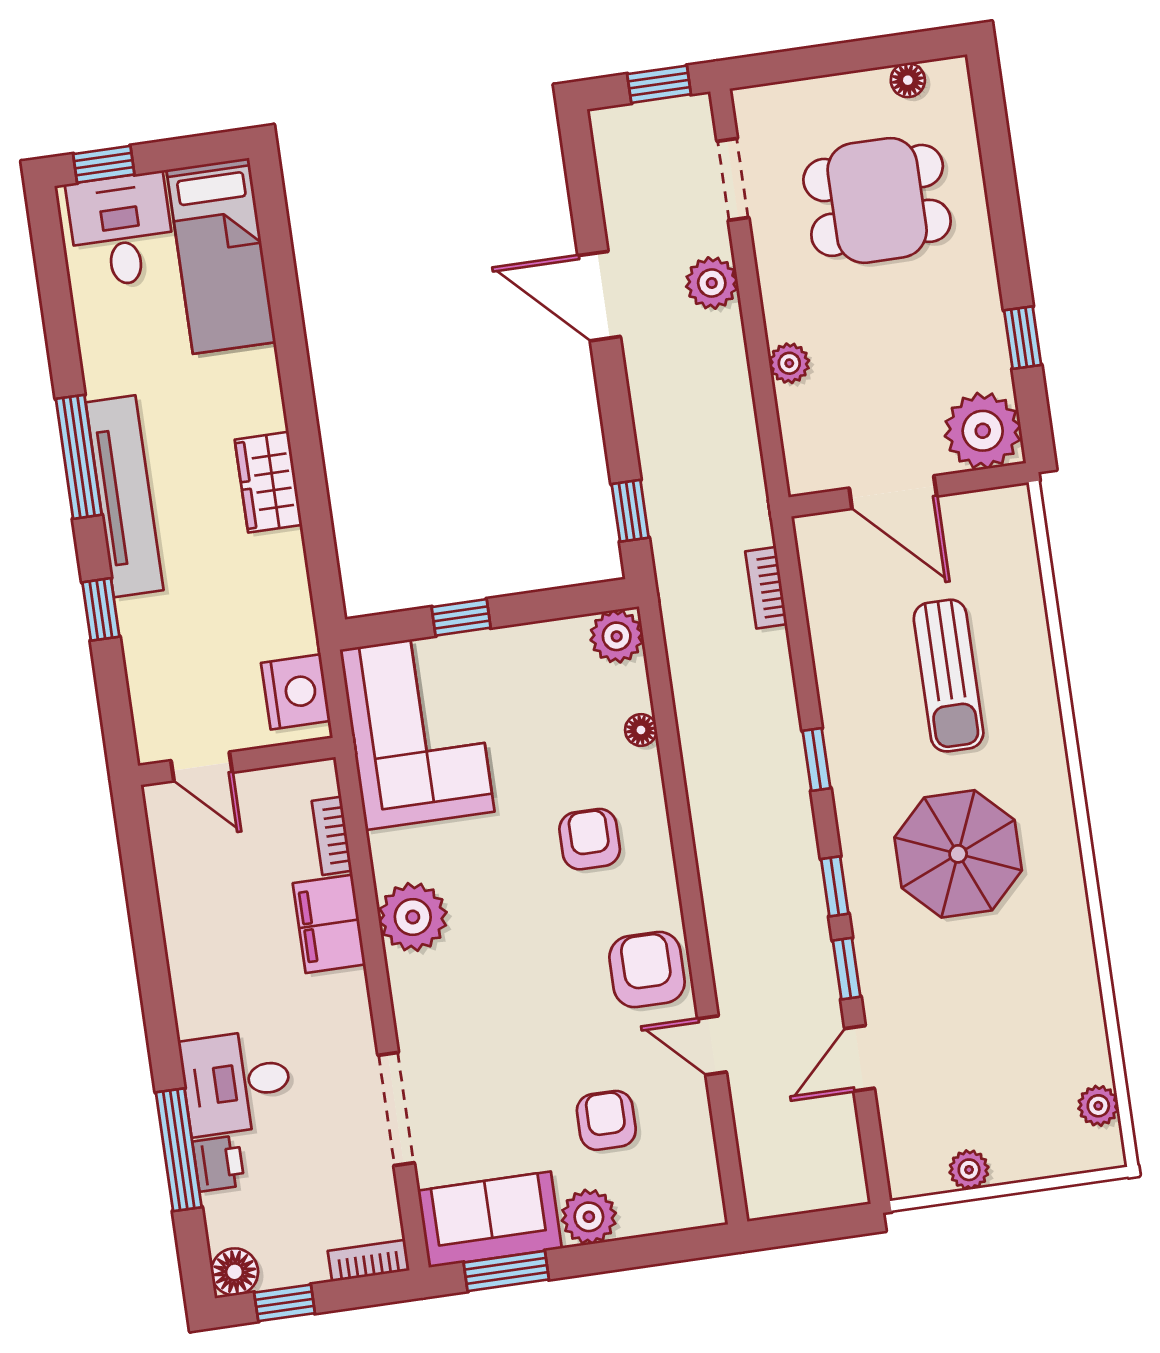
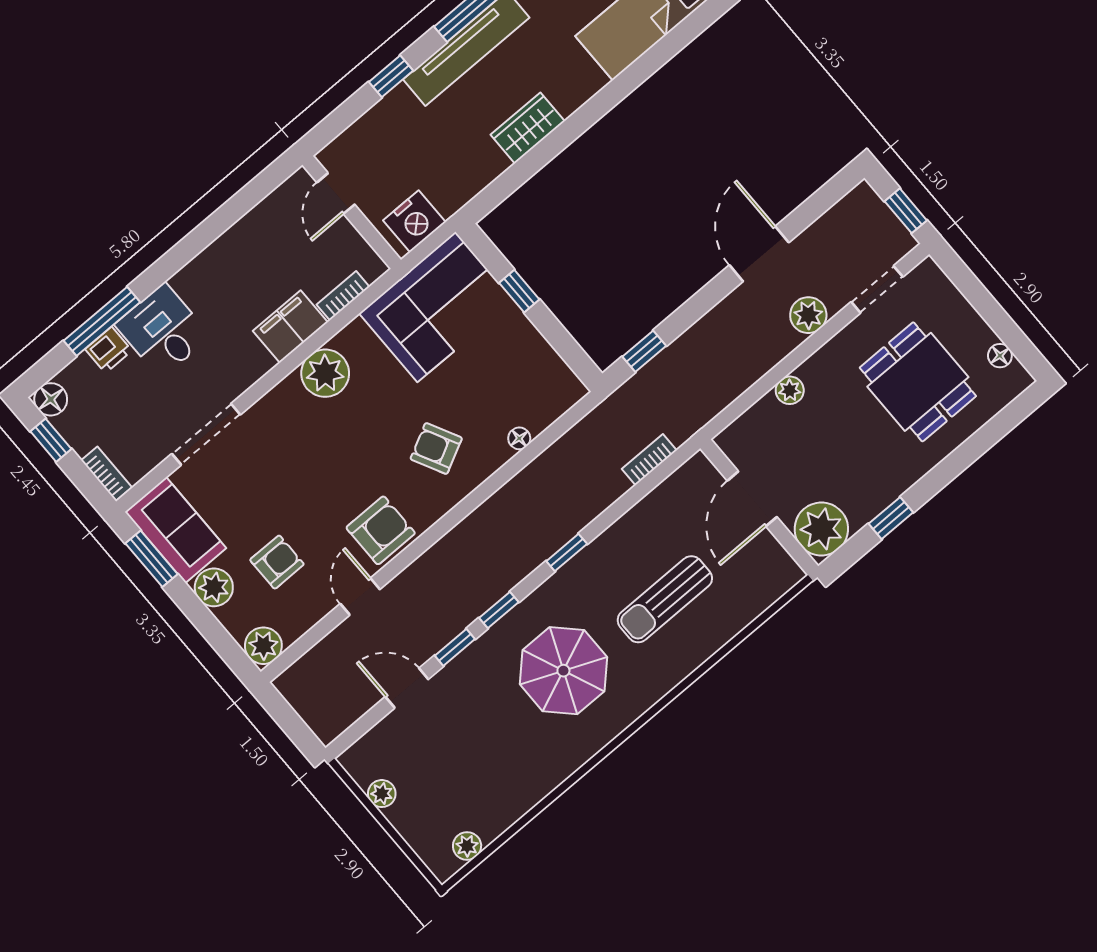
plant: (617, 636) -> (263, 646), moved
armchair: (590, 839) -> (436, 448), turned -117

